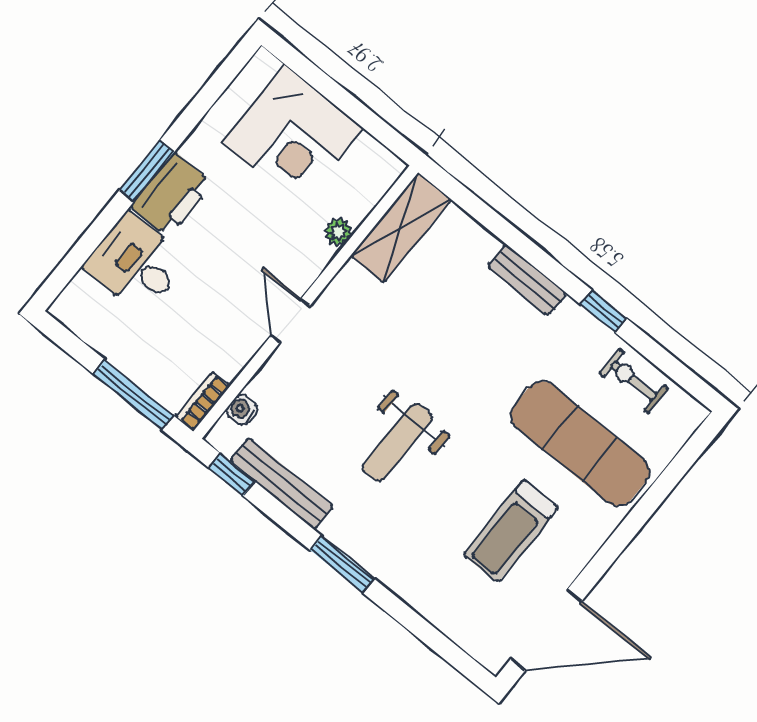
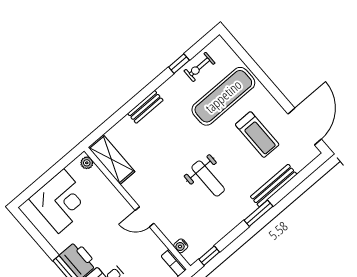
plant: (338, 232) -> (87, 163), moved
window: (604, 311) -> (179, 64), moved
bench: (281, 484) -> (274, 185), moved

